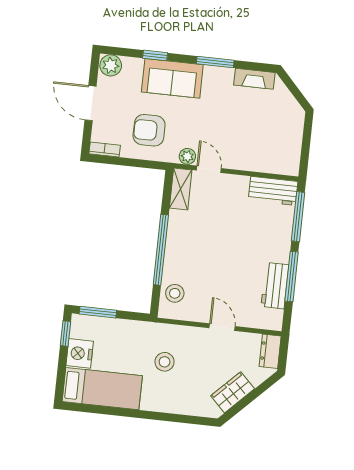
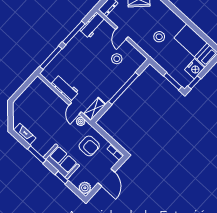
workbench: (273, 191) -> (65, 88), moved
workbench: (275, 286) -> (93, 25), moved
stool: (175, 293) -> (117, 59), moved

